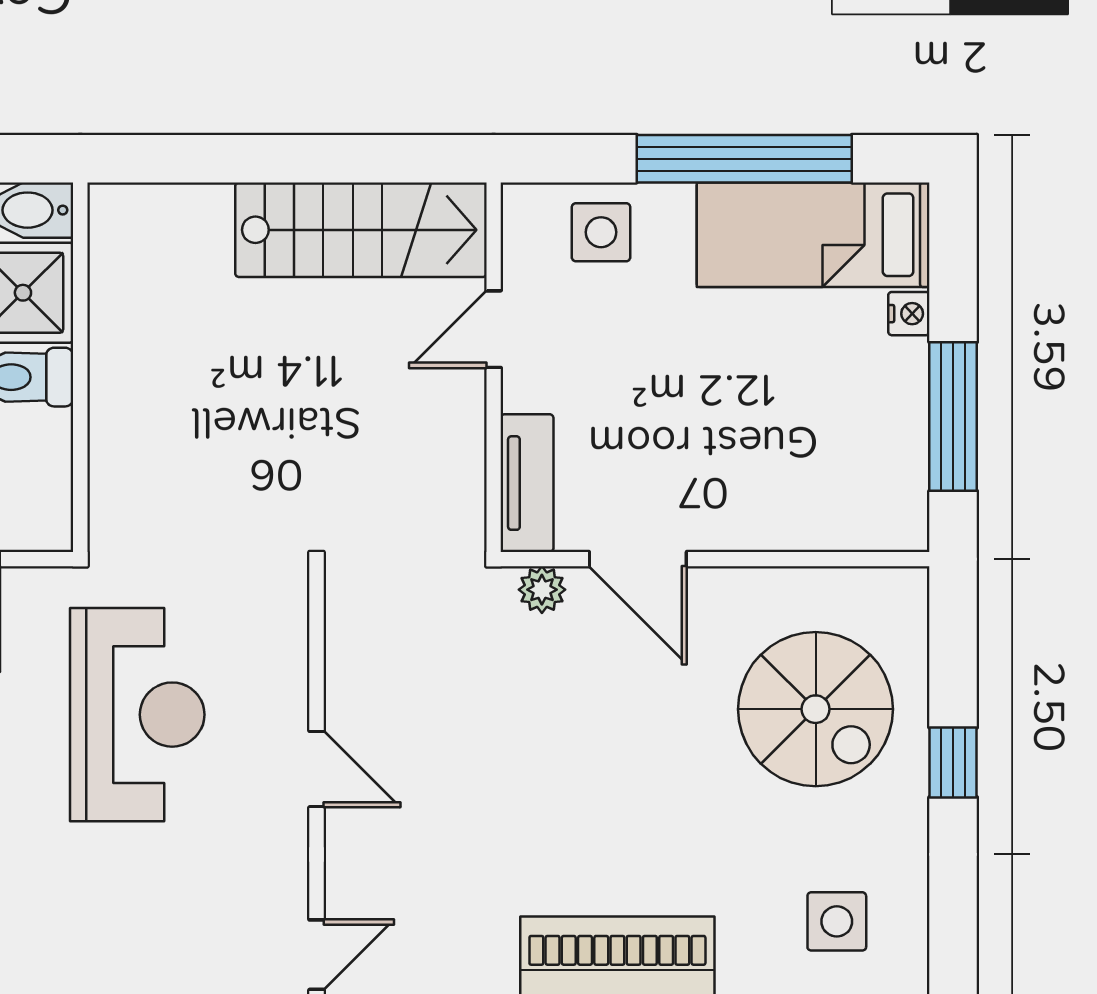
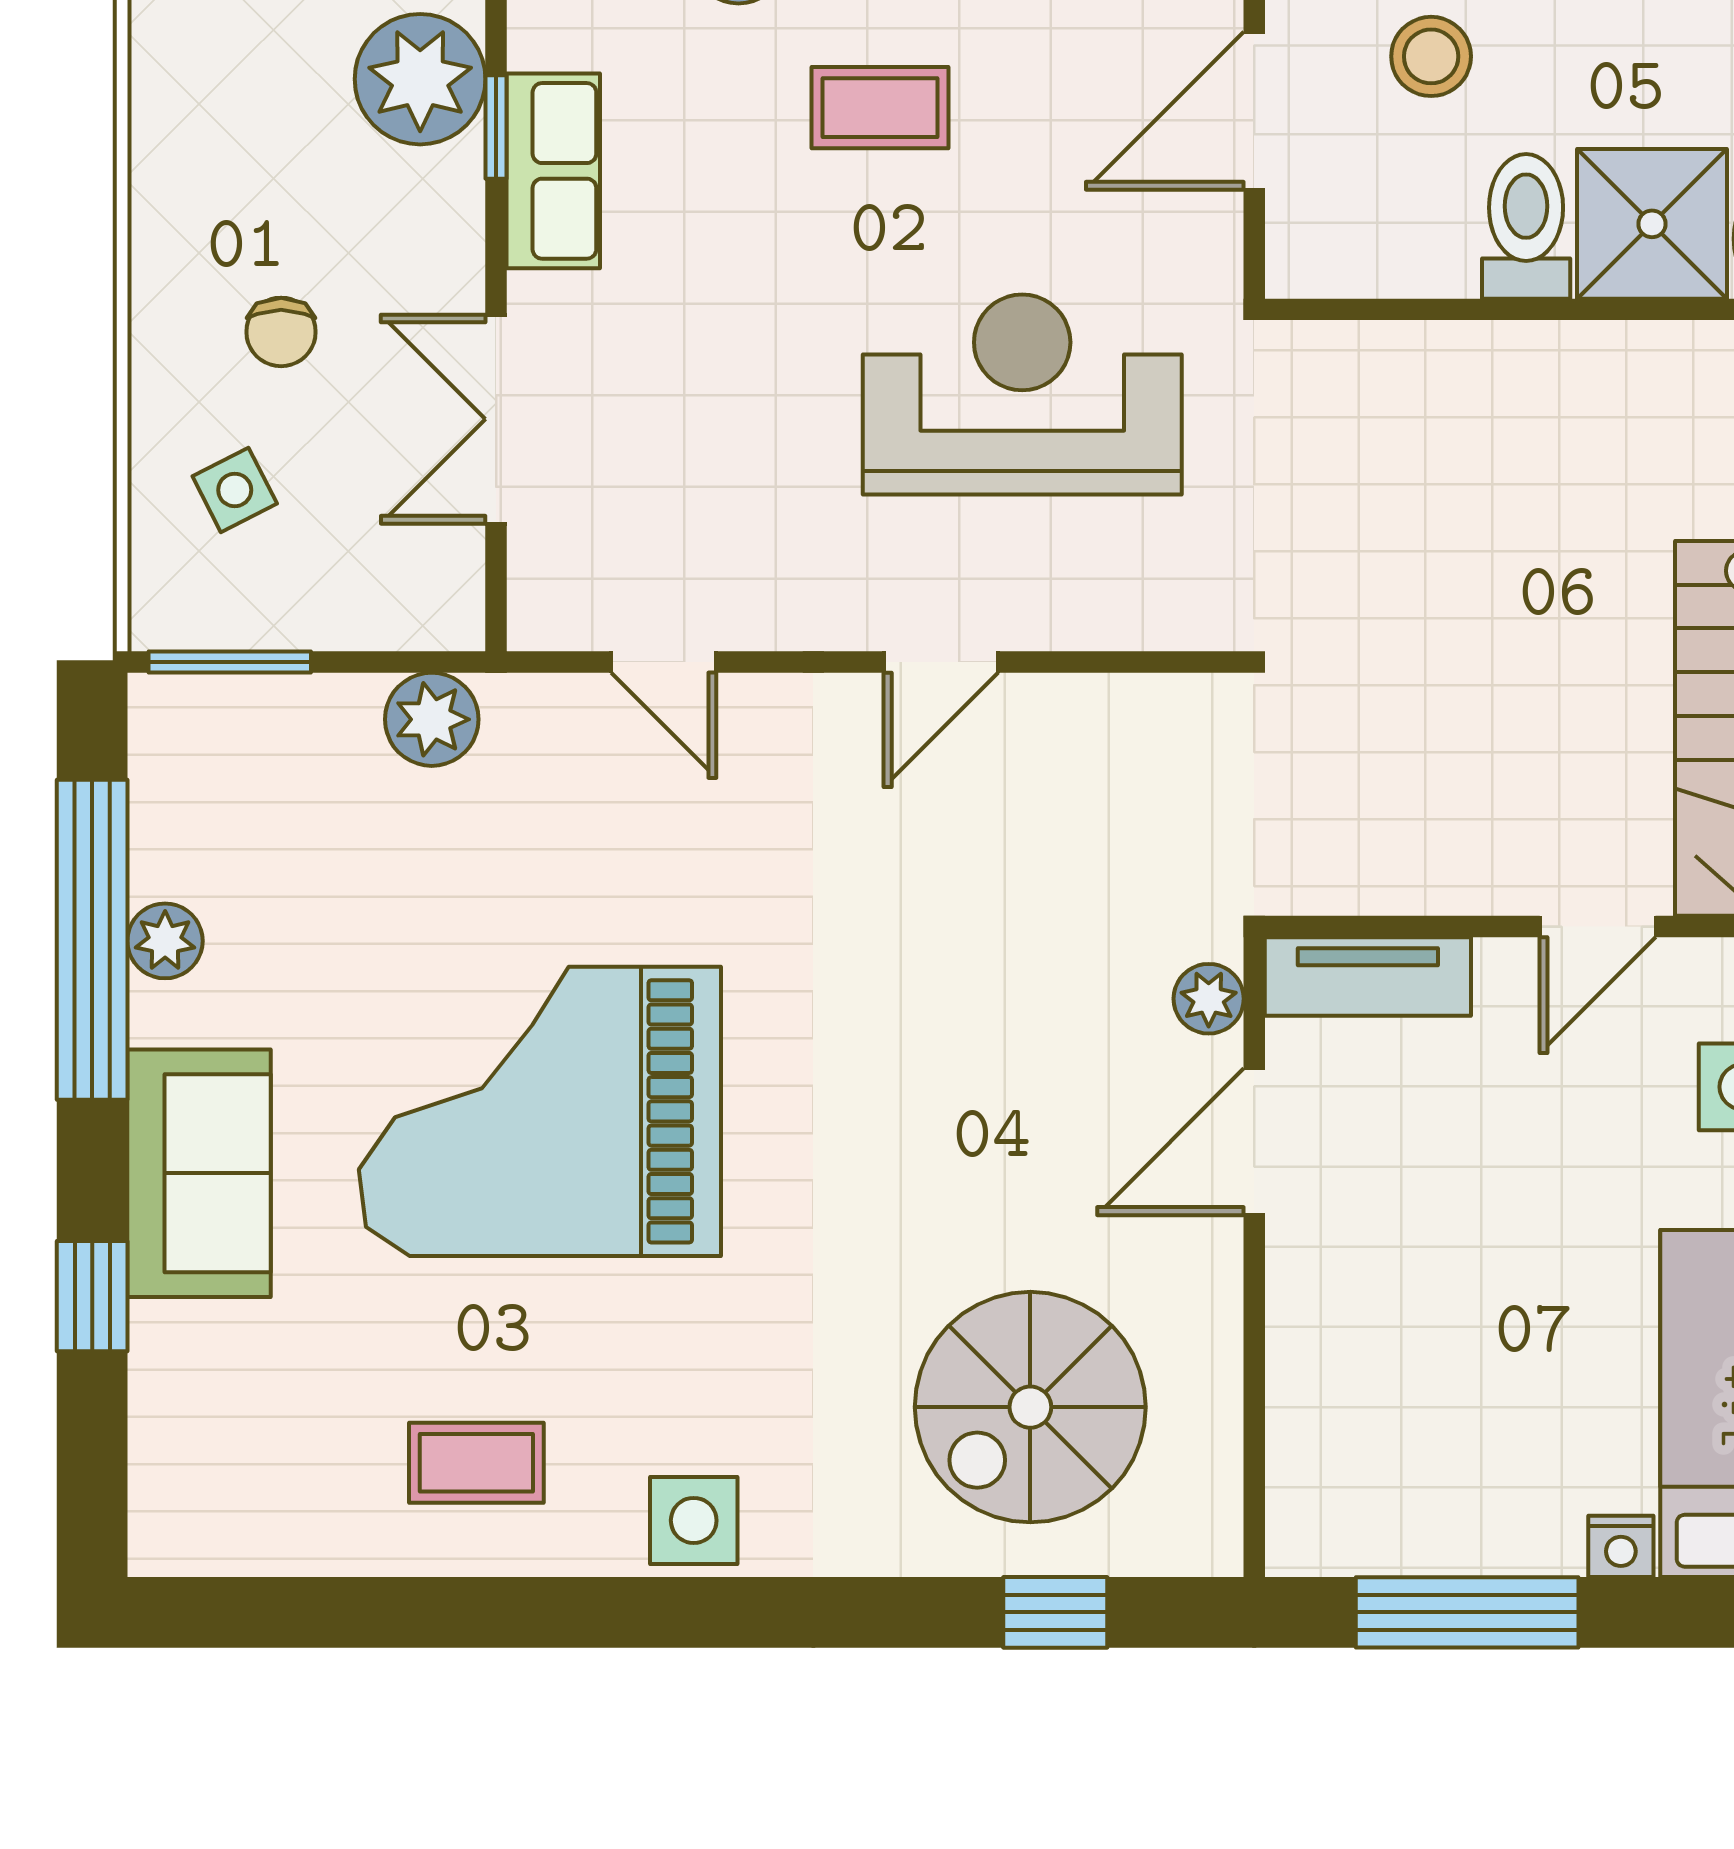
door: (494, 329) -> (1598, 927), swing flipped
reception desk: (137, 715) -> (1022, 394), turned 180
window: (953, 762) -> (1055, 1612), moved
side table: (837, 921) -> (694, 1520), moved

